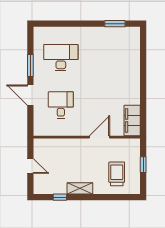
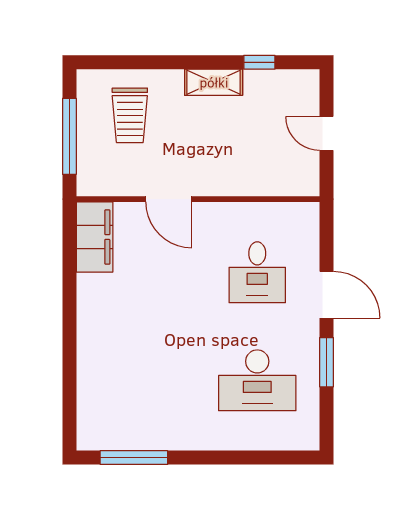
window: (115, 24) -> (134, 458), width x1.44
door: (100, 137) -> (169, 199), hinge flipped
window: (143, 165) -> (69, 136), width x2.17

